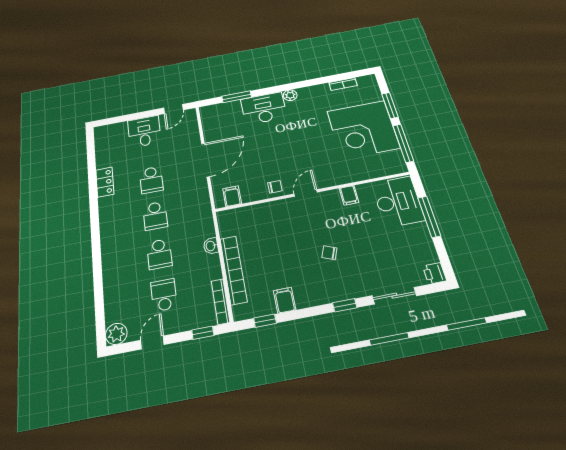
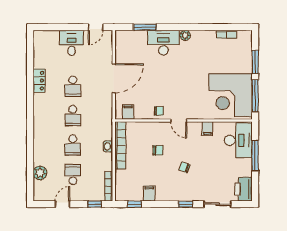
corner desk: (363, 130) -> (231, 95), moved
door: (306, 193) -> (179, 120), swing flipped
chair: (285, 237) -> (158, 150), added
bookcase: (233, 270) -> (120, 145), moved
printer: (435, 273) -> (243, 189), width x1.87, depth x1.48
plant: (116, 334) -> (40, 173), moved

